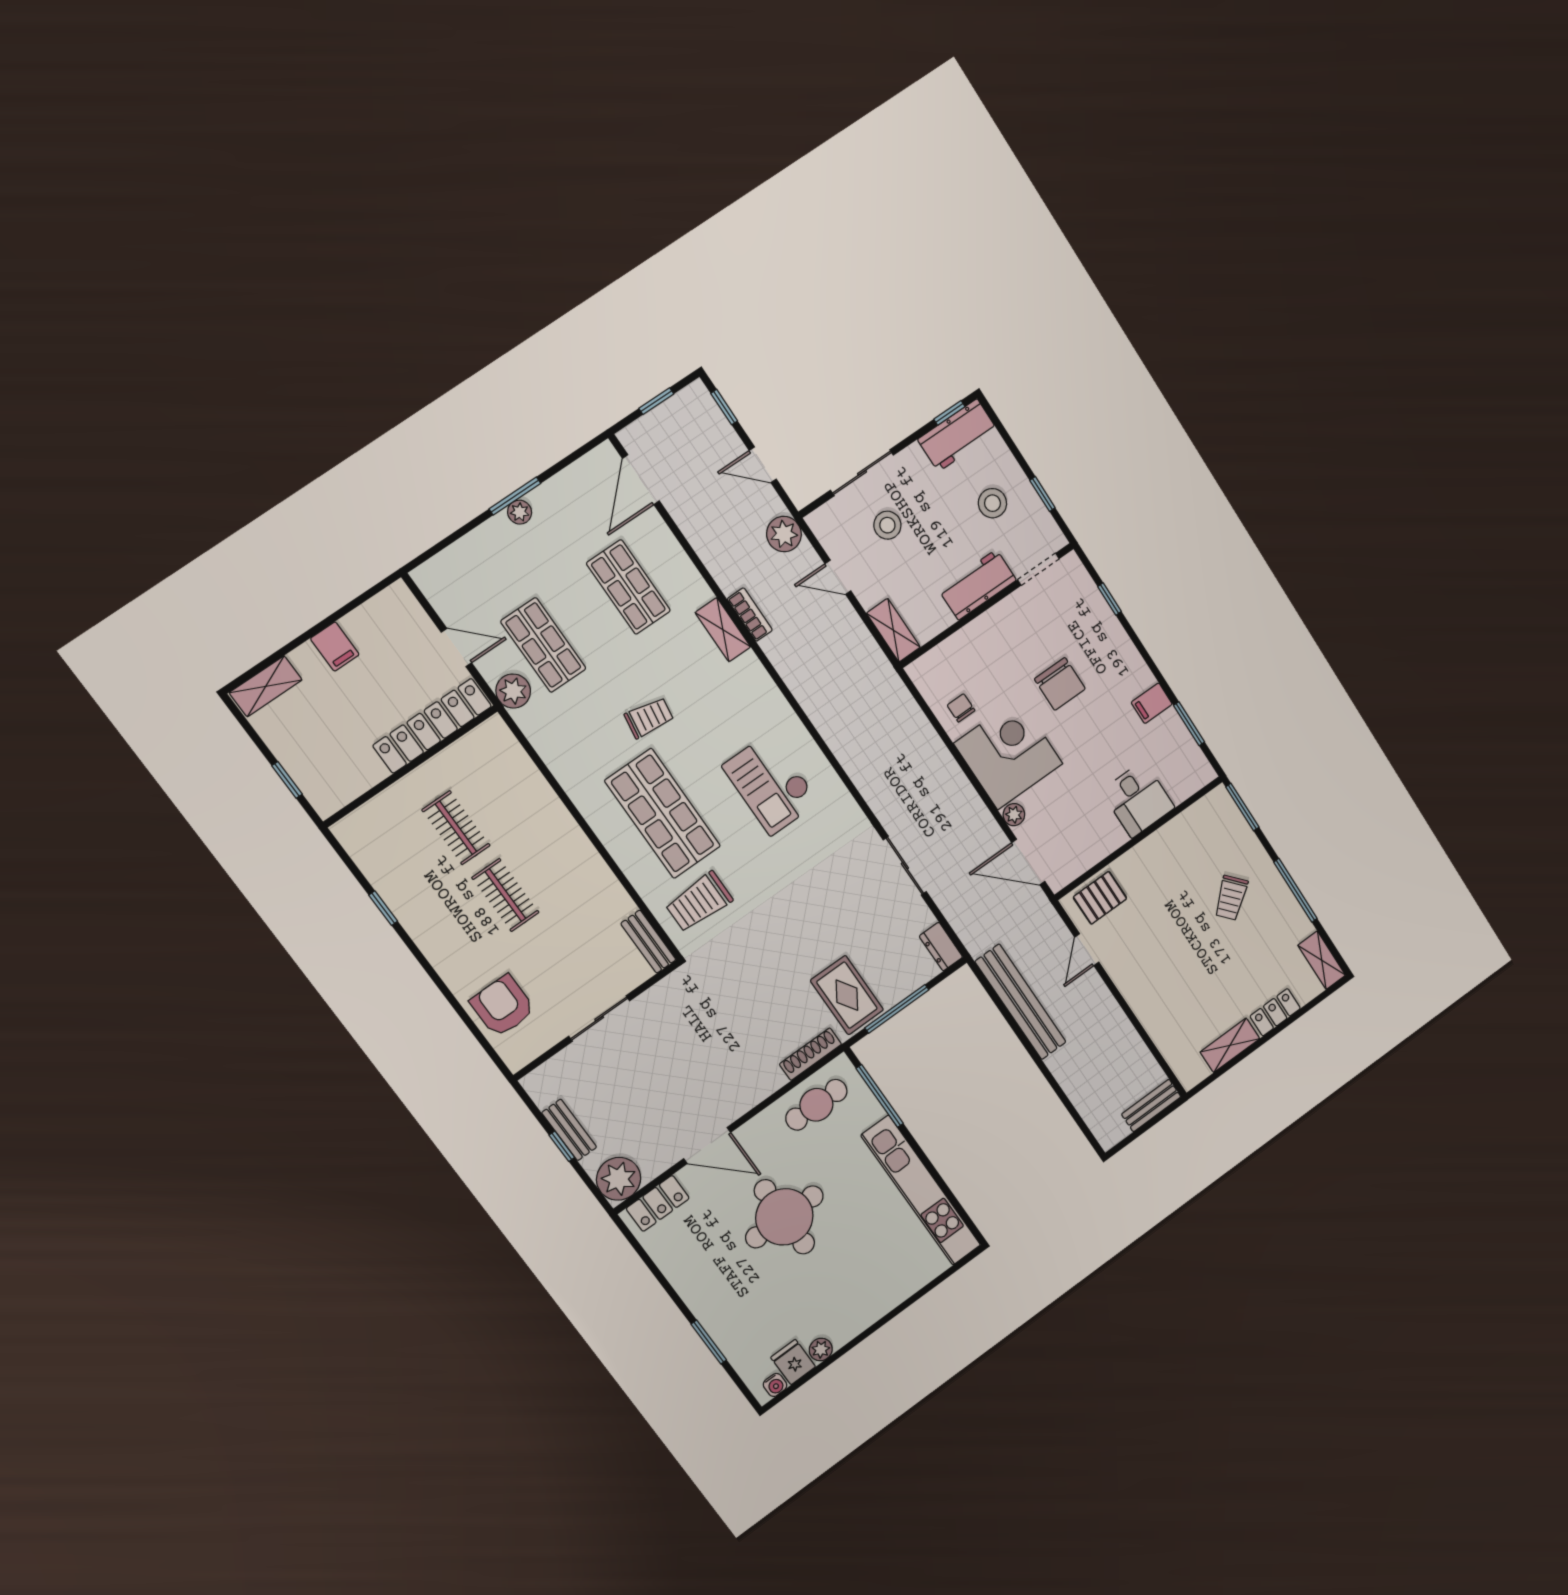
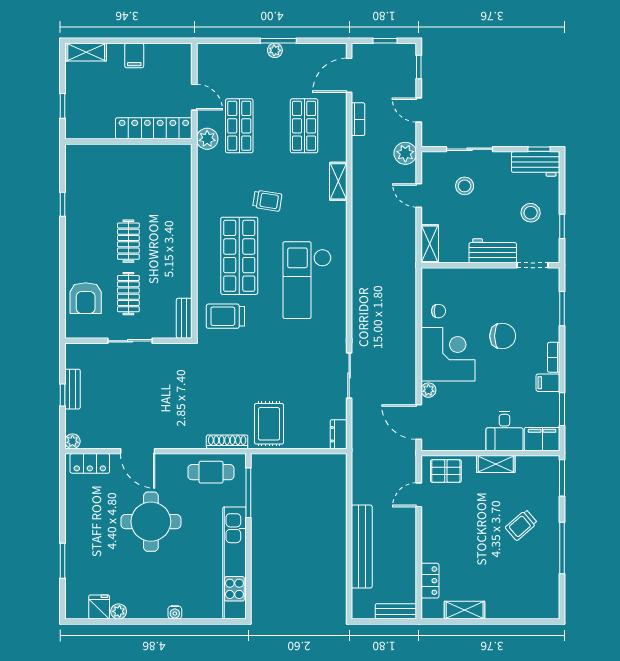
window: (1110, 599) -> (562, 309), width x1.50
bookcase: (750, 614) -> (358, 119), moved
bookcase: (1138, 667) -> (554, 357), added
chair: (1060, 684) -> (503, 336), turned -90
chair: (961, 708) -> (439, 311), turned 90
filing cabinet: (1189, 777) -> (542, 439), added
checkout: (771, 784) -> (307, 280), width x1.36, depth x1.21
clothes rail: (456, 828) -> (128, 294), moved
shelving: (1322, 960) -> (496, 464), moved, turned 90
bench: (1021, 1002) -> (362, 547), moved
armchair: (503, 1006) -> (86, 298), turned 180
window: (897, 1009) -> (291, 451), removed
locker: (1275, 1012) -> (430, 581), moved, turned 90
plant: (619, 1179) -> (72, 441), width x0.53, depth x0.53
water cooler: (775, 1385) -> (175, 612), moved

